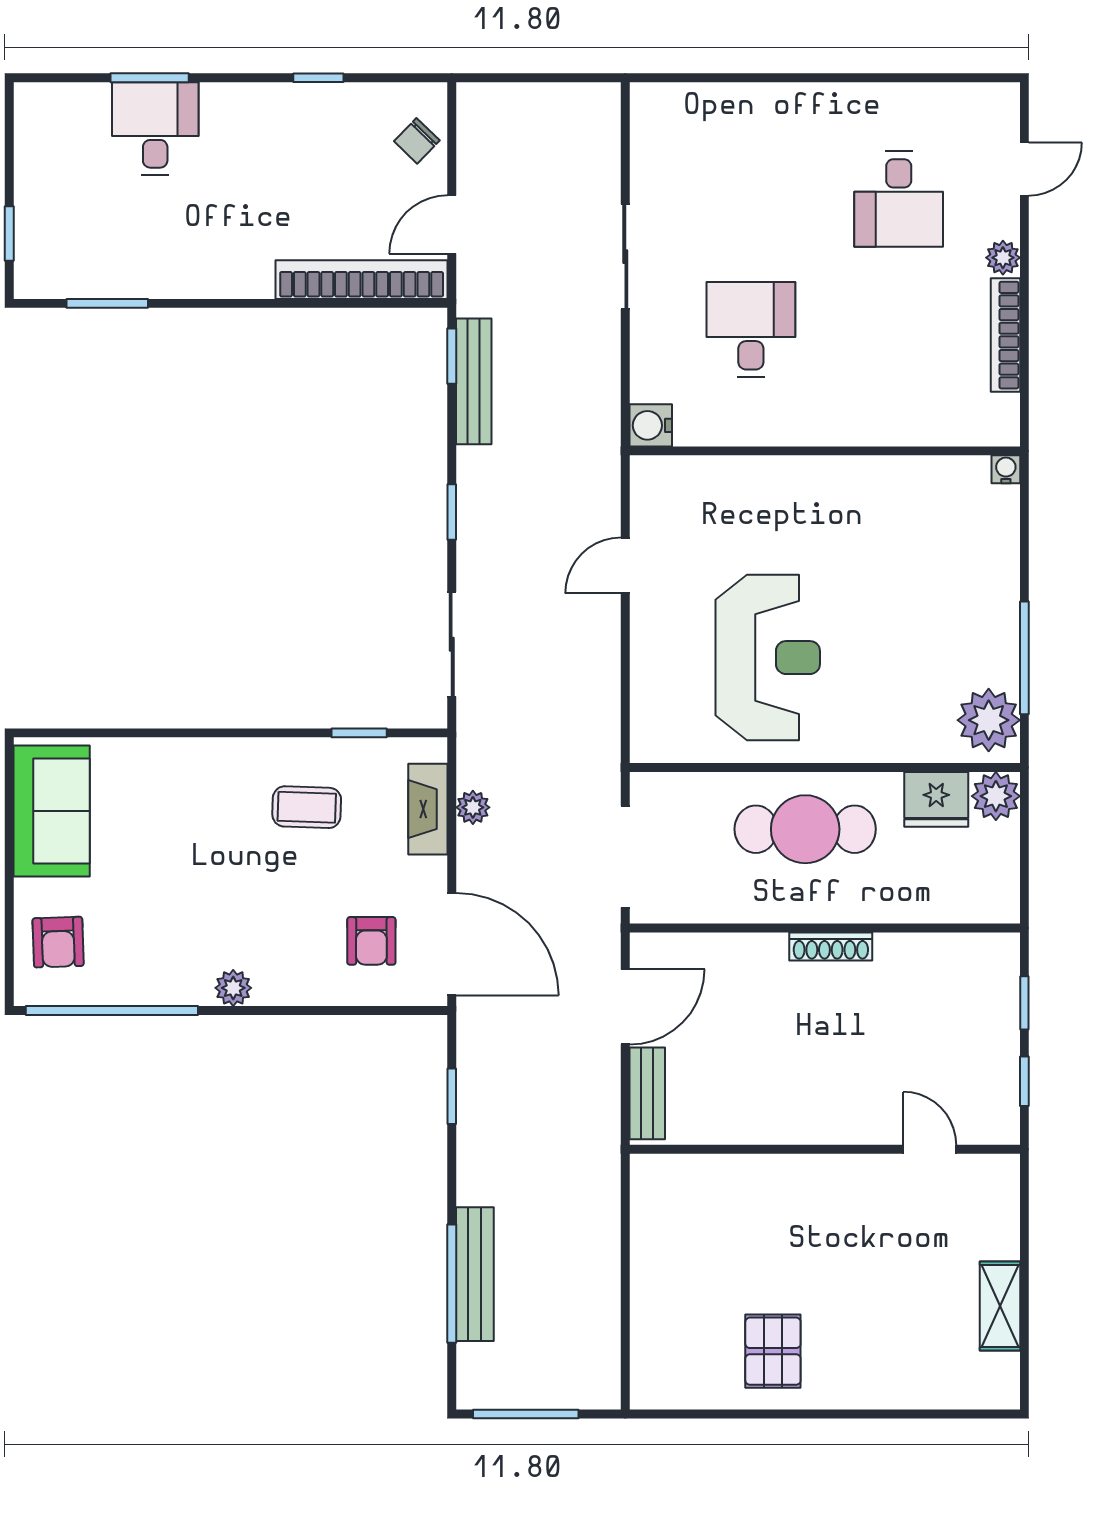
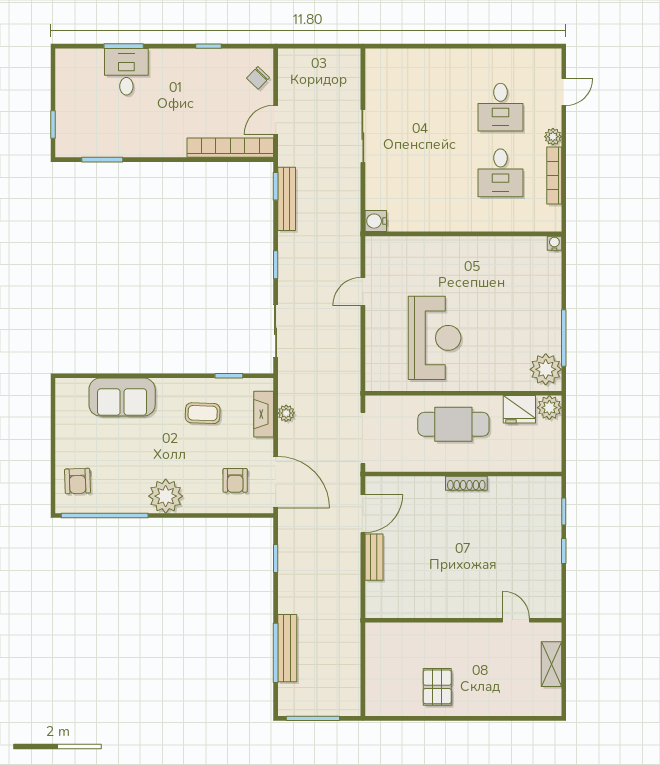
desk: (751, 330) -> (501, 173), moved, turned 180
sofa: (52, 811) -> (122, 397), moved, turned 90
plant: (233, 988) -> (166, 496), width x1.88, depth x1.88
wall: (825, 1149) -> (463, 620), moved
door: (930, 1149) -> (516, 620), moved

